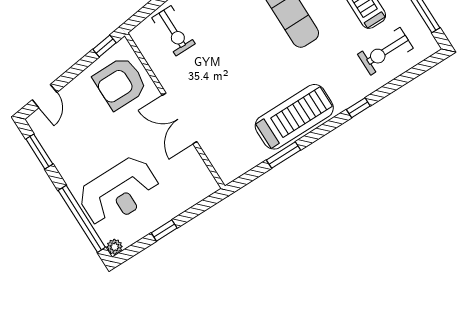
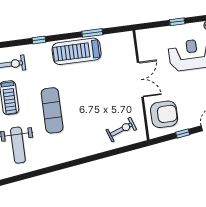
exercise bike: (173, 31) -> (121, 130), turned 70
window: (104, 46) -> (183, 134), moved

